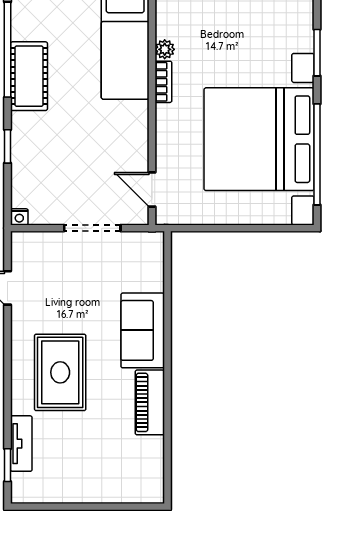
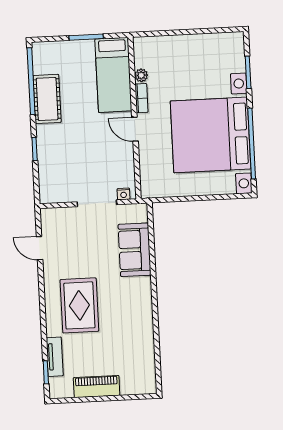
door: (152, 189) -> (135, 129), moved
nightstand: (19, 217) -> (124, 194), moved
sofa: (143, 330) -> (135, 250), moved
piano: (150, 402) -> (97, 387), moved, turned 90

